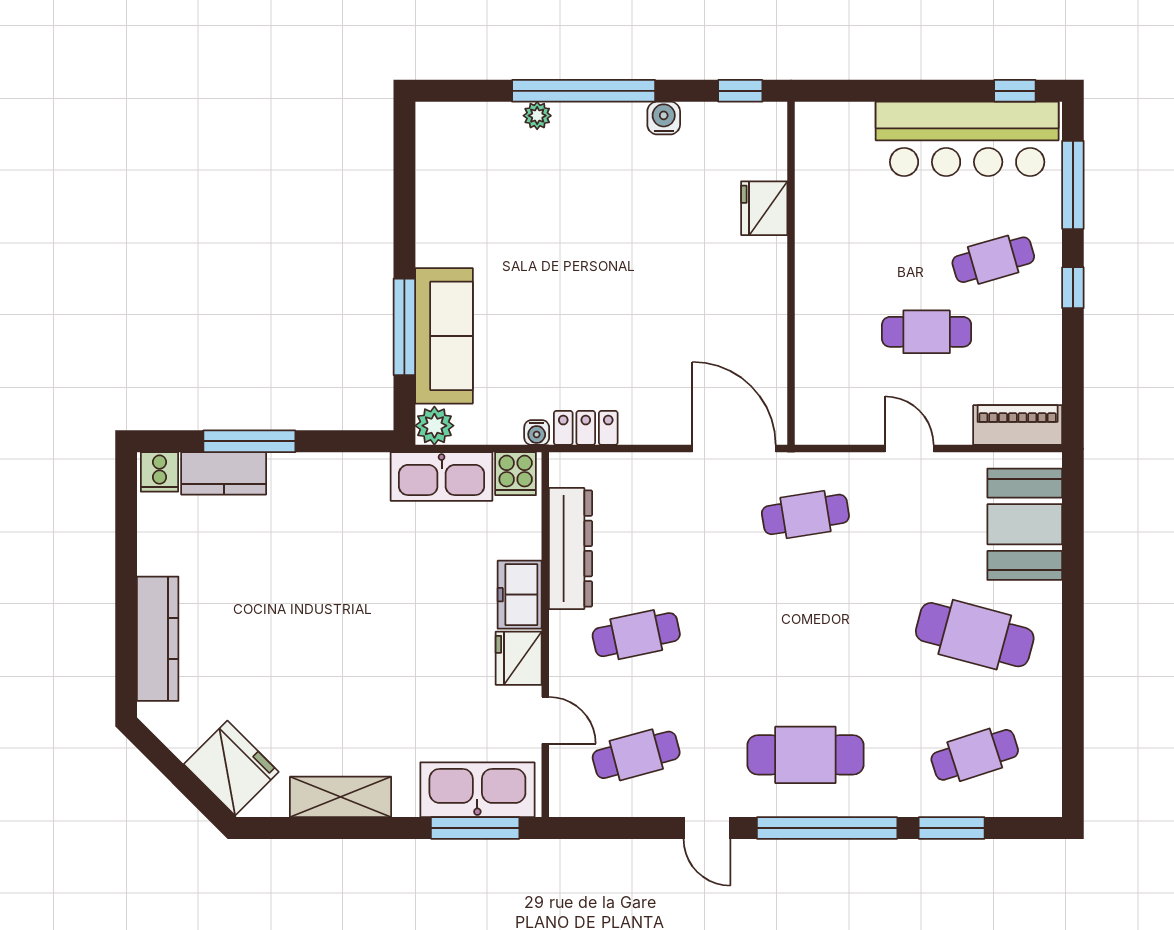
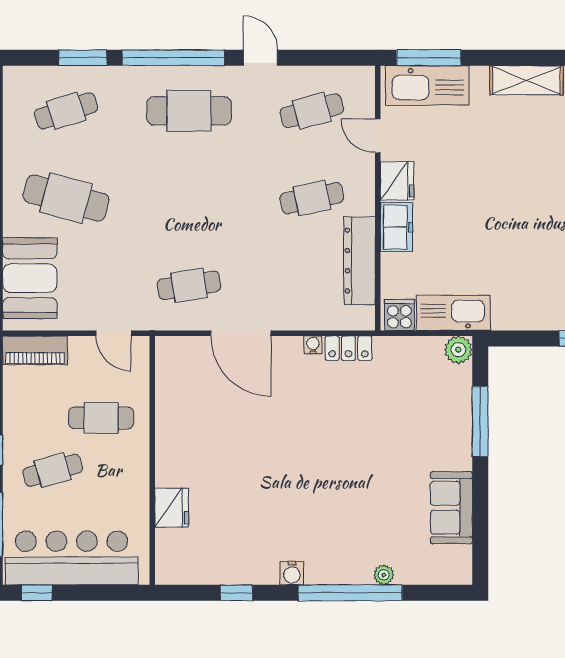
fridge: (764, 208) -> (172, 508), moved
wall: (791, 273) -> (152, 460), moved
sofa: (444, 336) -> (451, 508), moved, width x0.73
water cooler: (537, 432) -> (313, 345), moved

